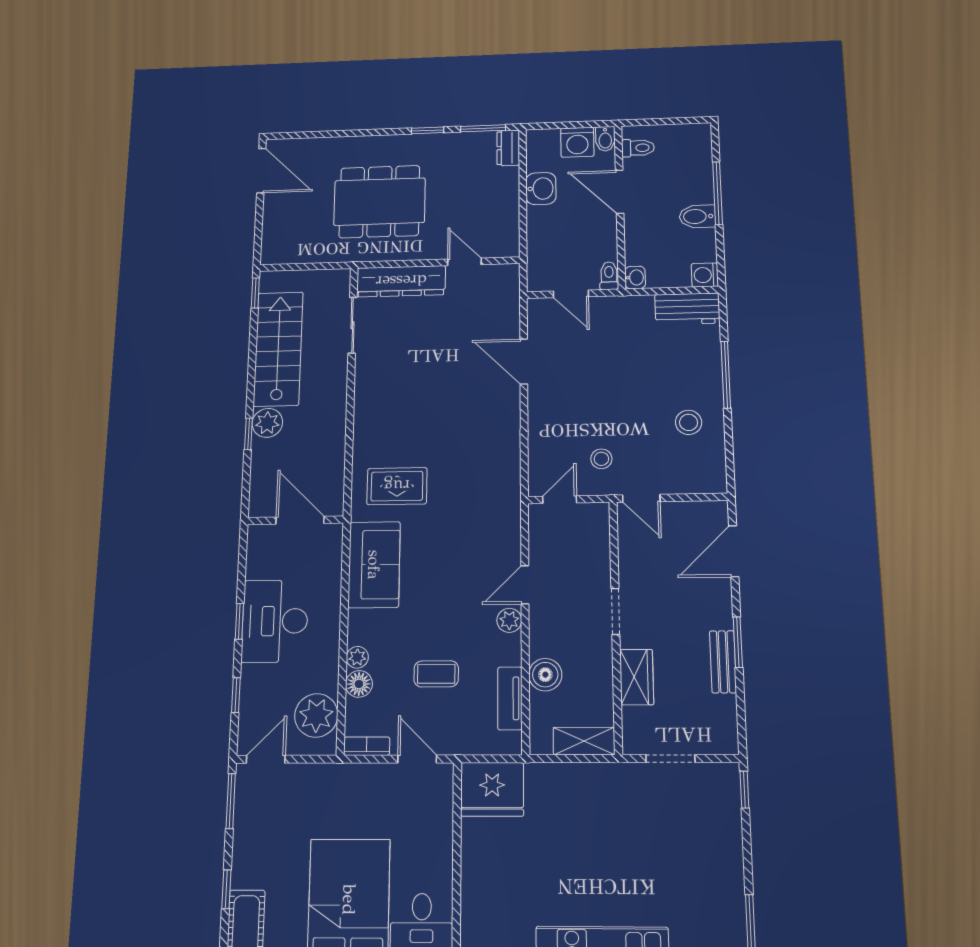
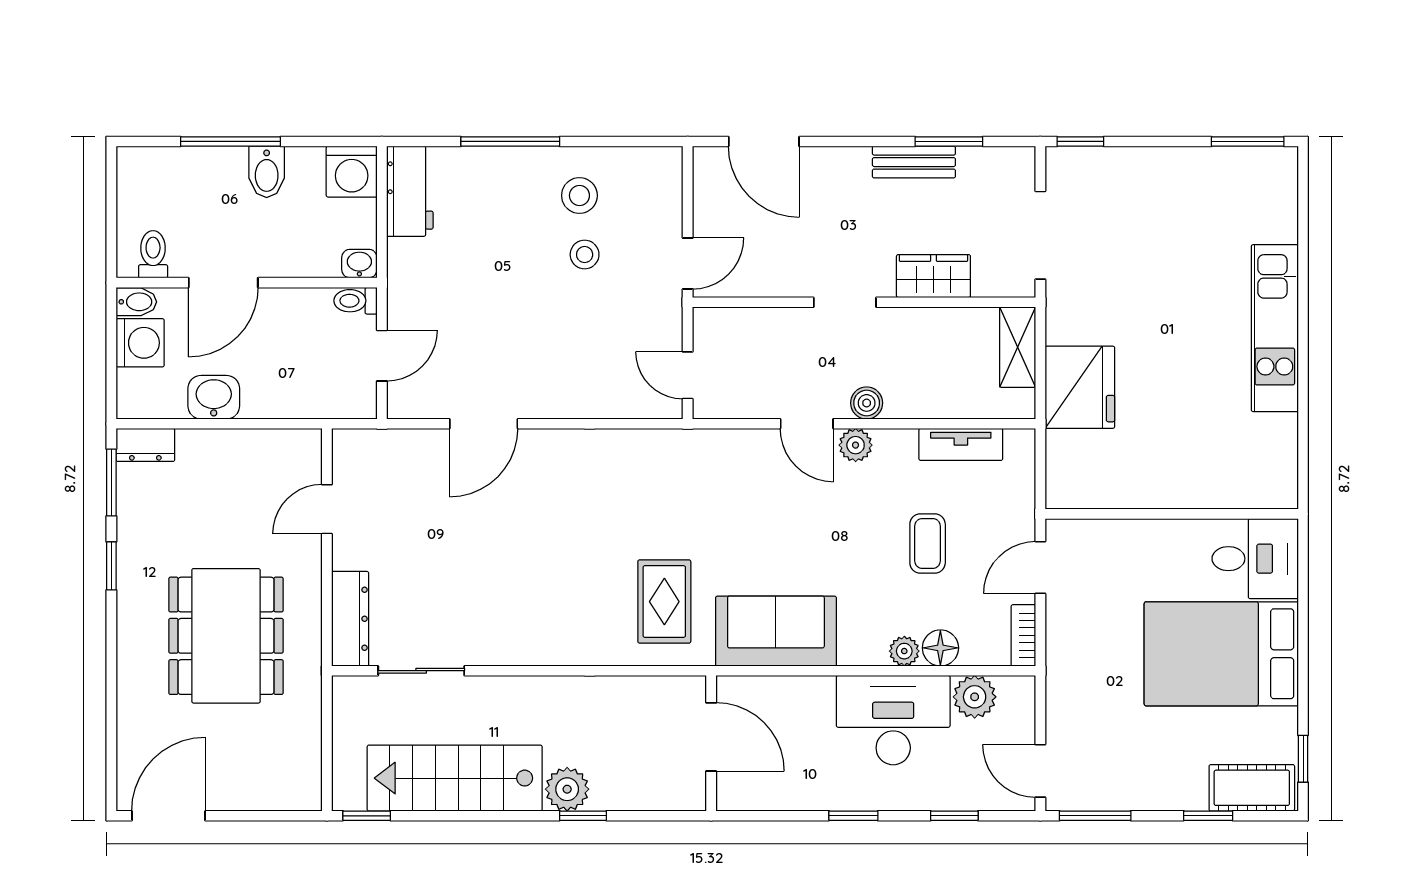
washing machine: (705, 275) -> (352, 172), width x1.38, depth x1.38
dresser: (401, 281) -> (350, 619), width x0.73, depth x0.80
stool: (601, 459) -> (585, 255), moved
door: (300, 520) -> (711, 737), swing flipped
desk: (275, 621) -> (893, 720), moved, turned 180
window: (738, 642) -> (949, 141), moved
boiler: (545, 675) -> (867, 403), moved, width x0.73, depth x0.73
plant: (316, 715) -> (975, 697), width x0.73, depth x0.73
doorway: (670, 759) -> (1040, 235), width x1.38
fridge: (492, 789) -> (1080, 387), moved

